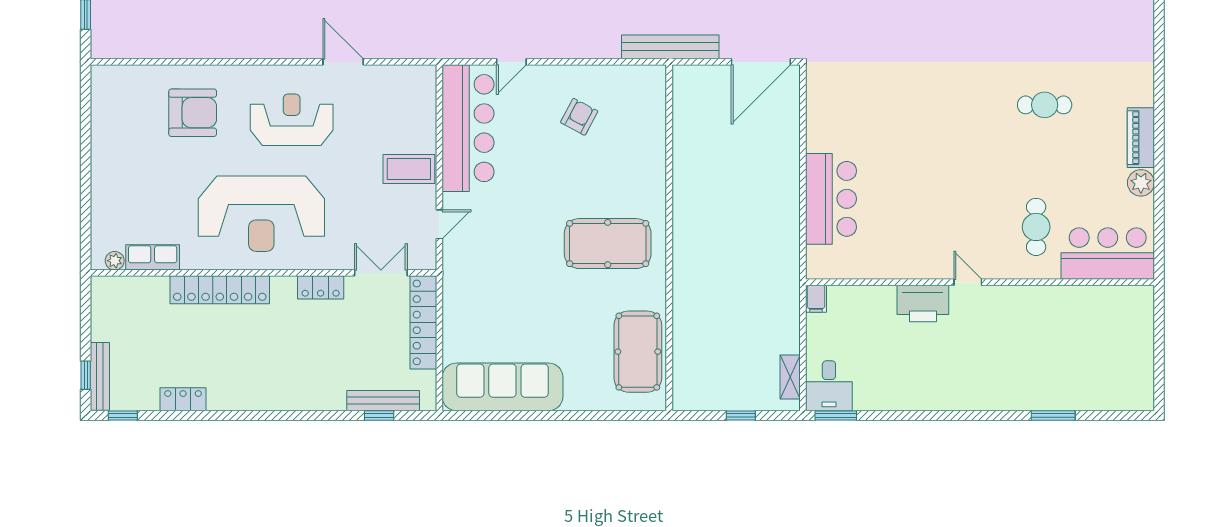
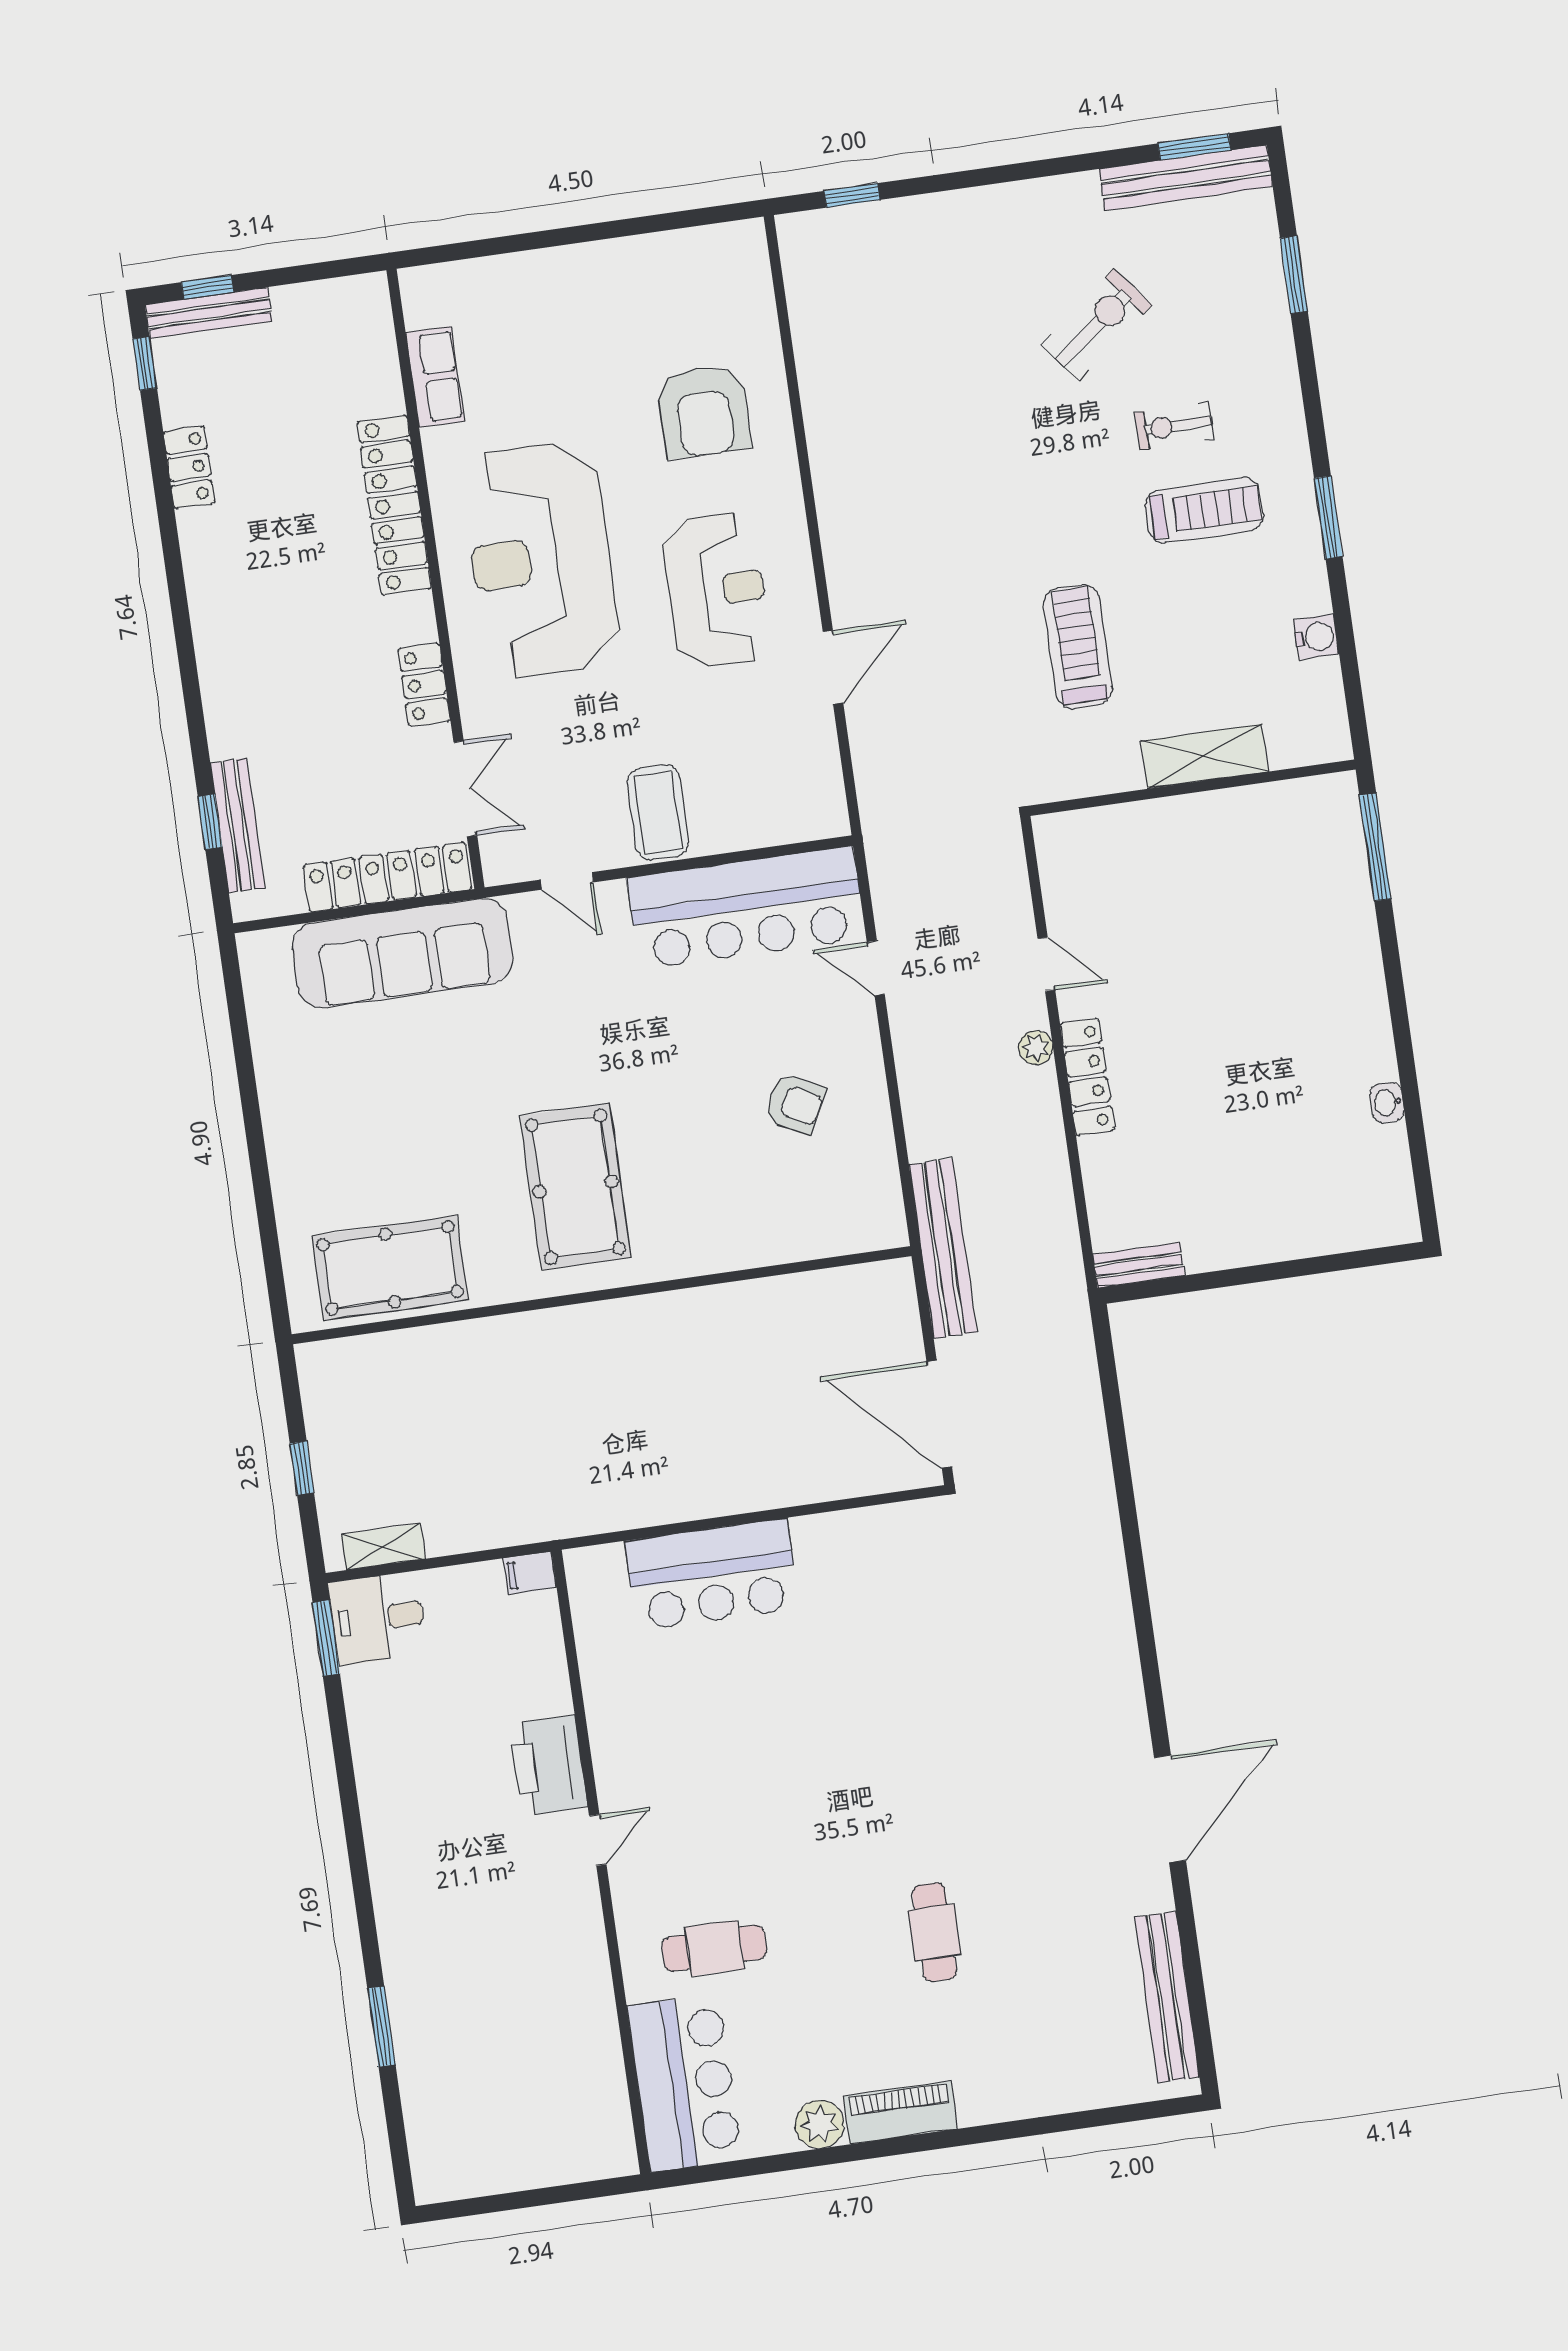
plant: (115, 261) -> (419, 310), removed
sofa: (502, 387) -> (403, 953), moved, turned 90

